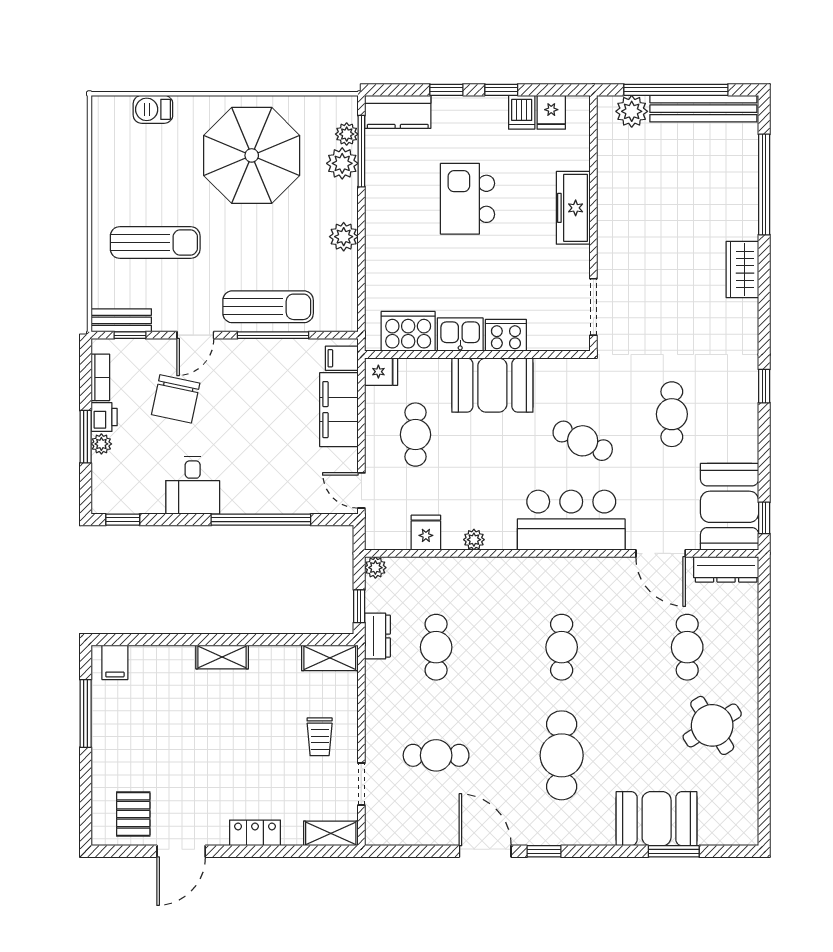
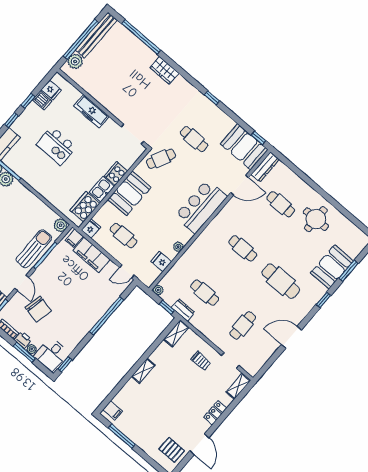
plant: (344, 237) -> (61, 225), moved
cafe table: (583, 441) -> (161, 159), moved
desk: (193, 485) -> (51, 354), moved, turned 90
round table: (712, 725) -> (316, 219), turned 32
window: (544, 851) -> (324, 300), moved

